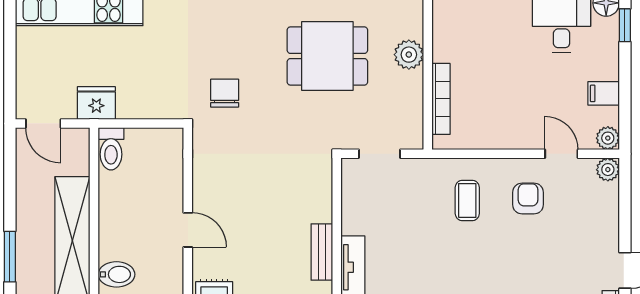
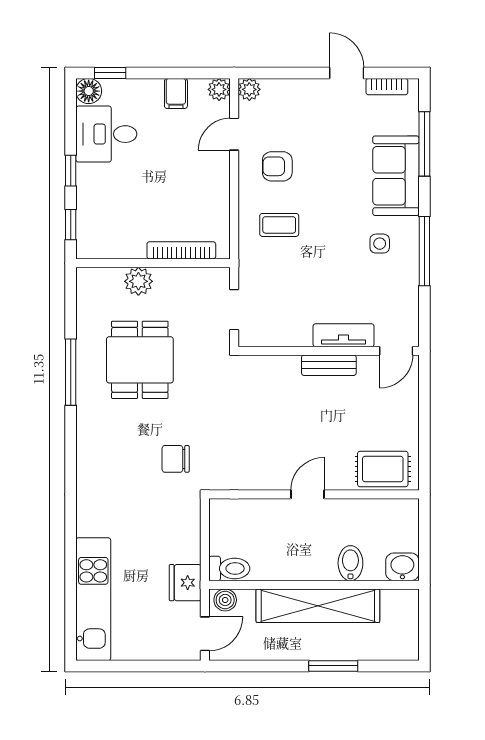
boiler: (78, 144) -> (225, 600), added

